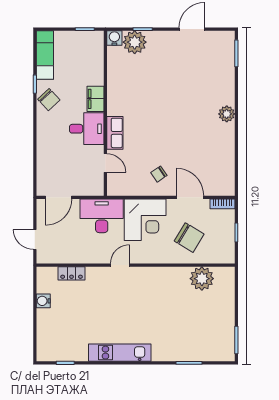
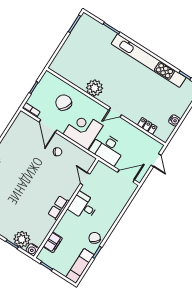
filing cabinet: (96, 99) -> (53, 242), moved
row of seats: (115, 133) -> (59, 208), moved
plant: (202, 279) -> (95, 88), moved
kitchen unit: (120, 353) -> (149, 61), width x1.86

